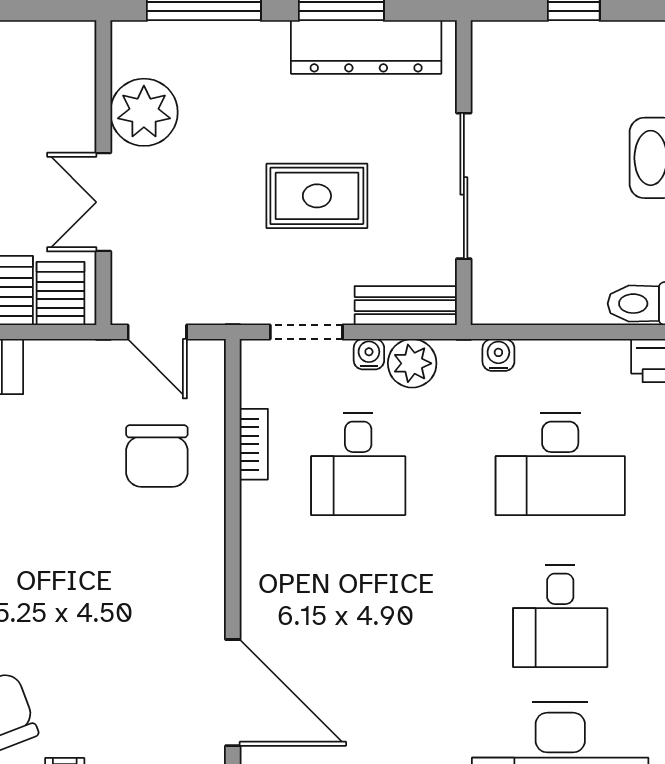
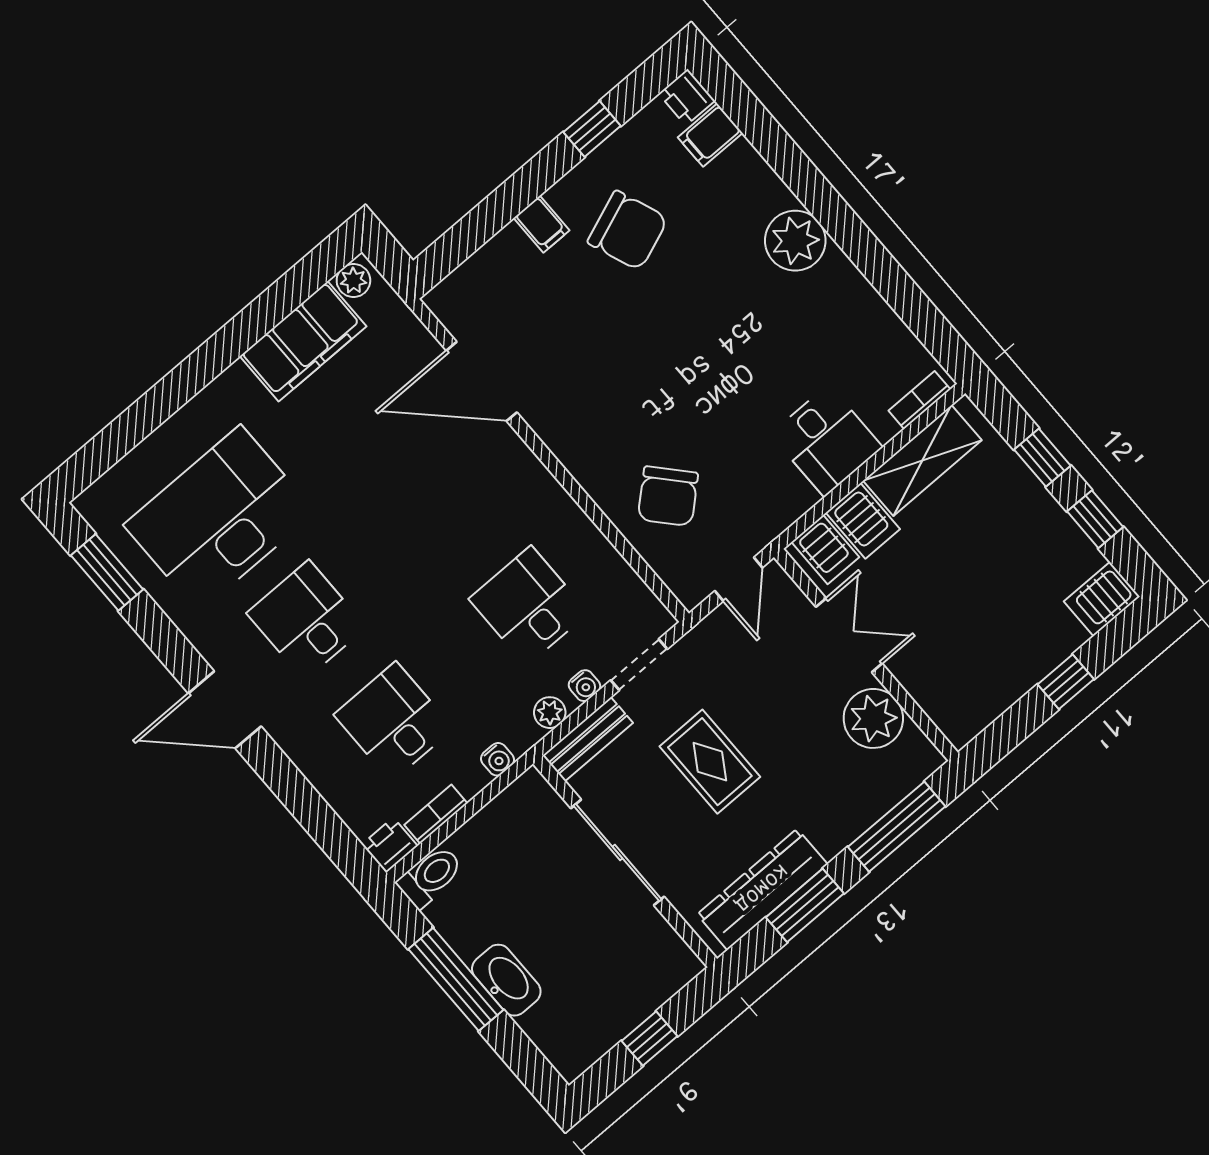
rug: (317, 196) -> (710, 762), turned 90
door: (157, 332) -> (739, 579), swing flipped
plant: (412, 363) -> (550, 713), width x0.73, depth x0.73
bookcase: (254, 444) -> (436, 814), moved, turned 90
chair: (157, 456) -> (668, 496), turned -132
desk: (560, 464) -> (394, 722), width x0.73

